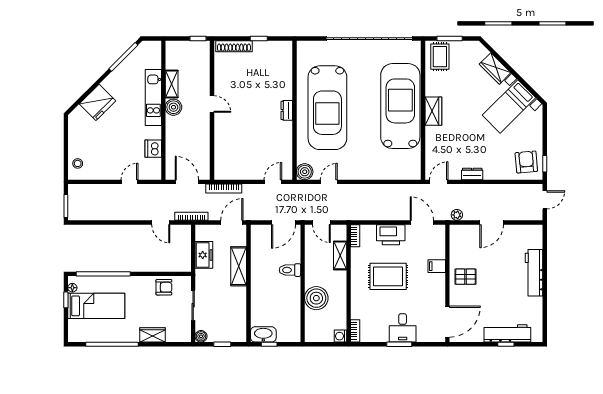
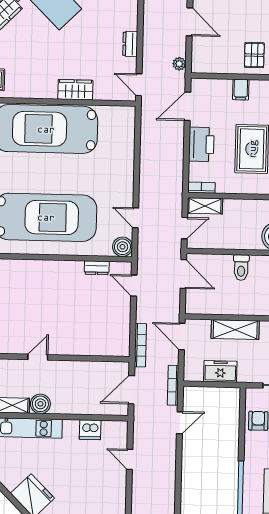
dresser: (287, 110) -> (97, 268), moved
wardrobe: (433, 111) -> (75, 90), moved
shelving: (340, 255) -> (205, 206), moved

